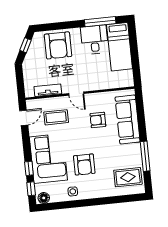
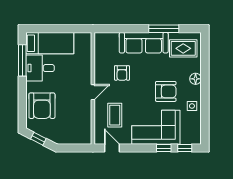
armchair: (58, 45) -> (42, 106), turned 90
tv unit: (48, 90) -> (86, 121), removed
sofa: (128, 119) -> (144, 43), moved
rug: (128, 177) -> (183, 48), turned 90
floor lamp: (44, 198) -> (196, 79), moved

